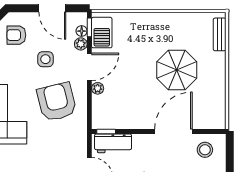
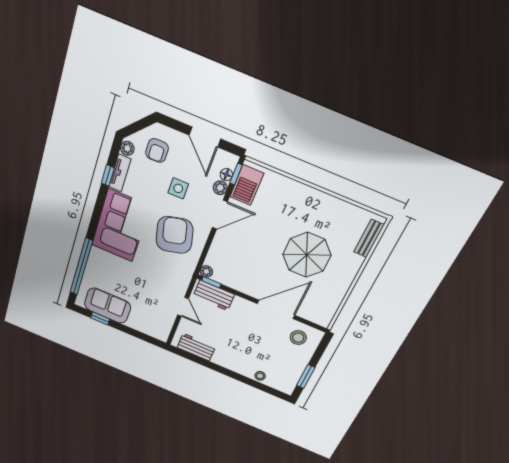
armchair: (16, 35) -> (157, 151), turned -90
plant: (98, 88) -> (206, 271), moved

